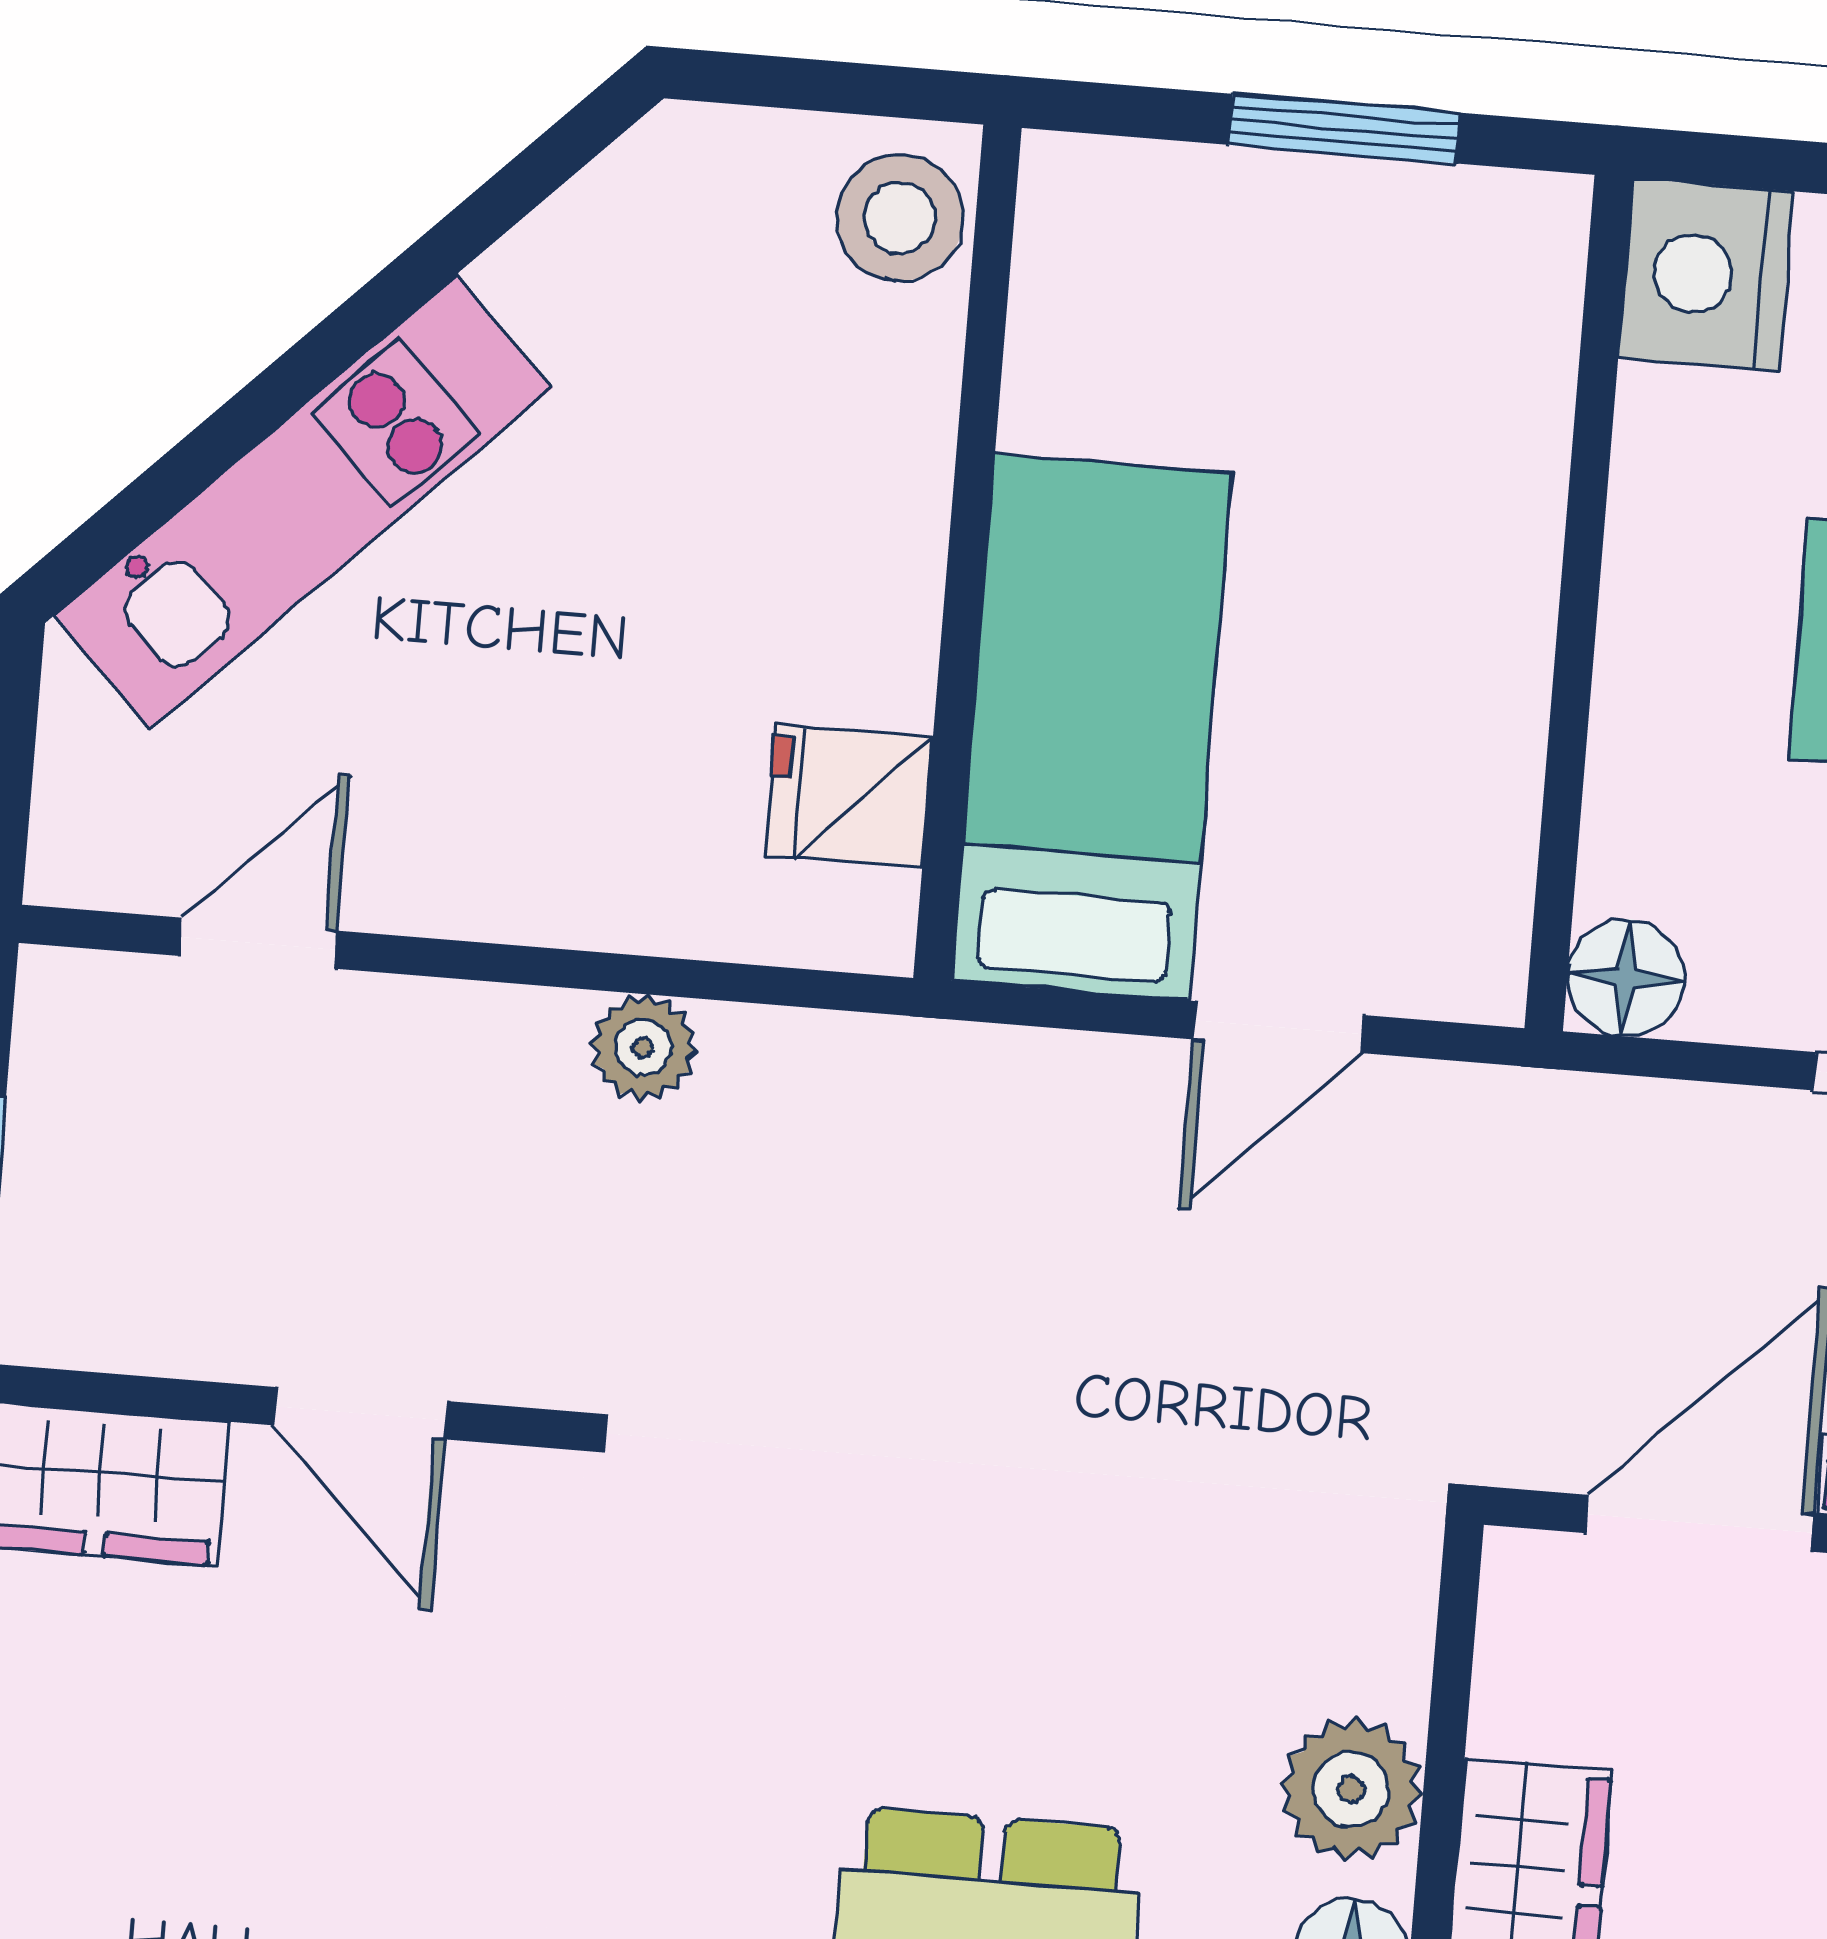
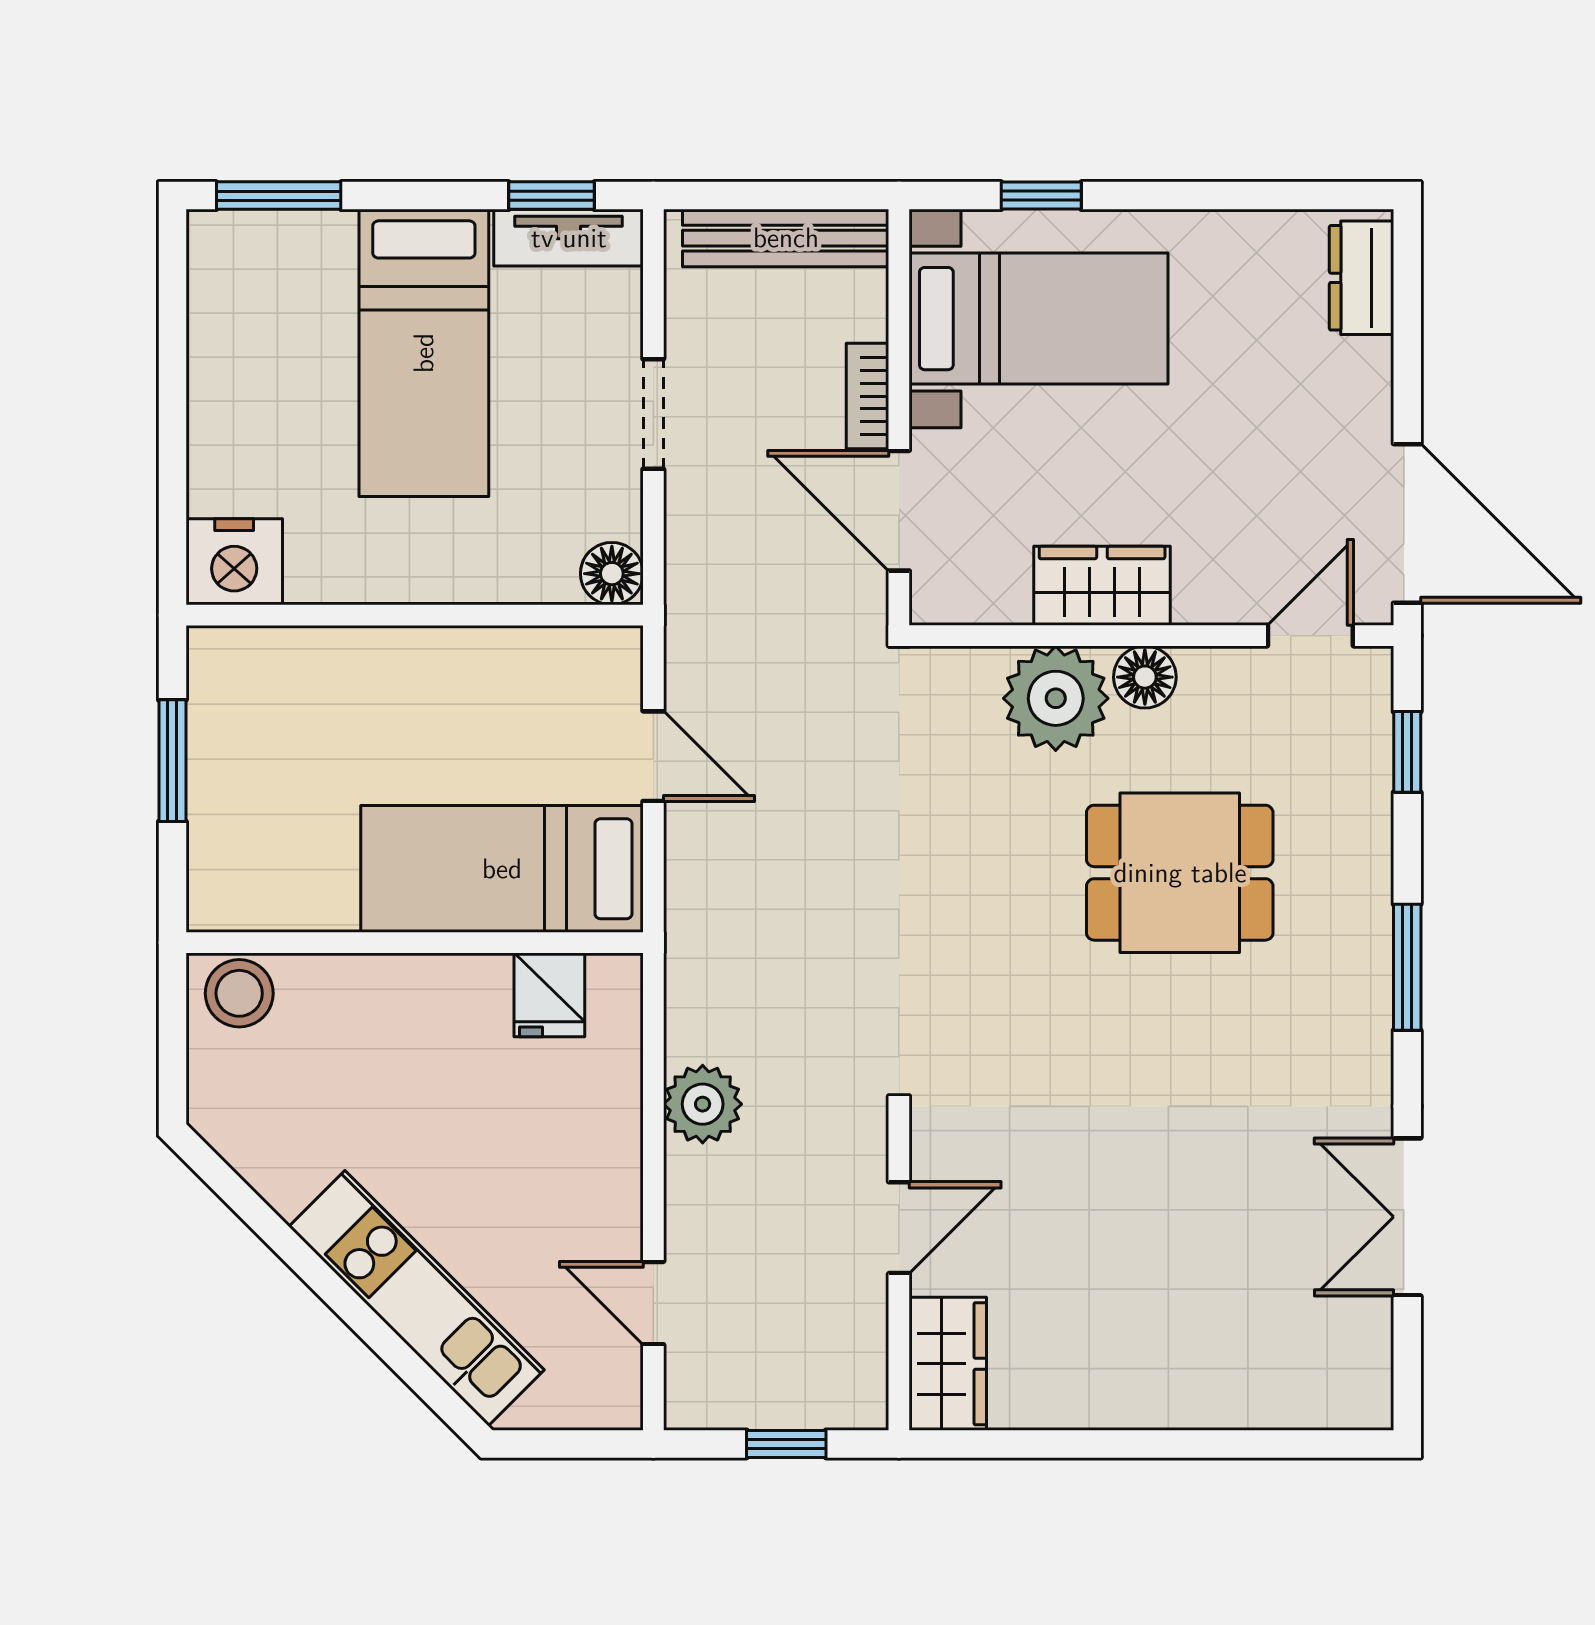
plant: (643, 1047) -> (703, 1104), width x1.38, depth x1.38
plant: (1351, 1789) -> (1056, 698), width x1.36, depth x1.36

